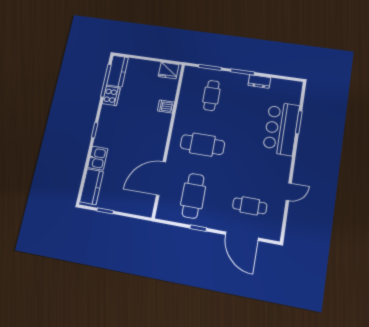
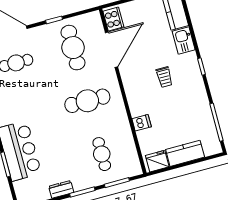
kitchen counter: (117, 71) -> (185, 153), moved, turned 90
cooker: (111, 96) -> (113, 19), moved, turned 180
trolley: (129, 135) -> (164, 77), added

